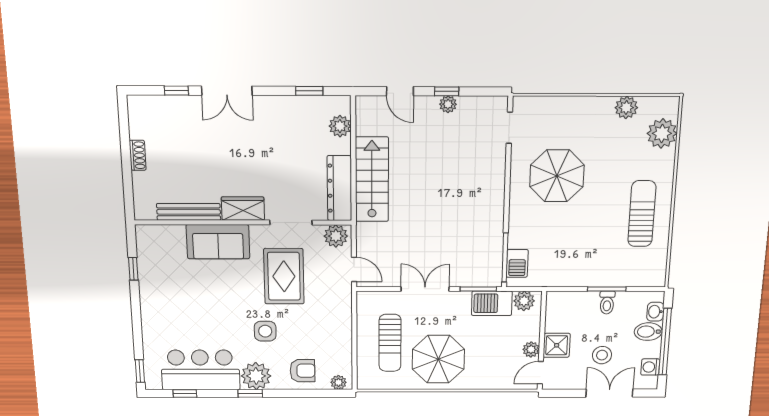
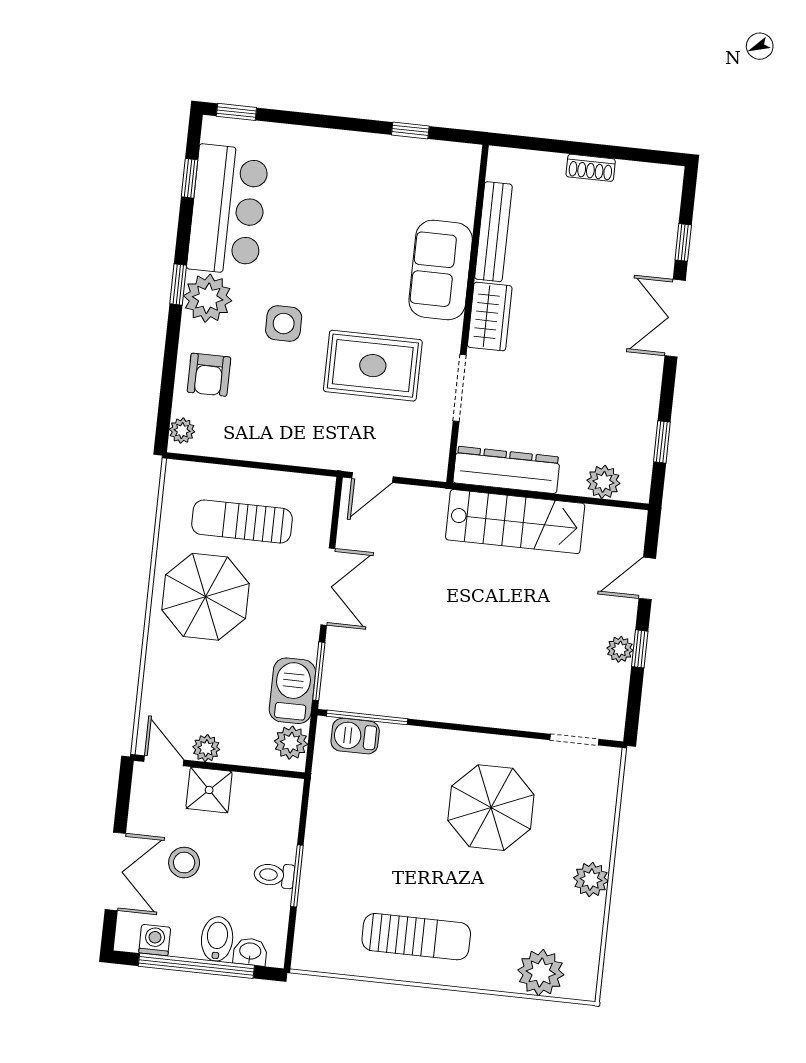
plant: (626, 108) -> (591, 880), moved
plant: (336, 236) -> (430, 455), removed

